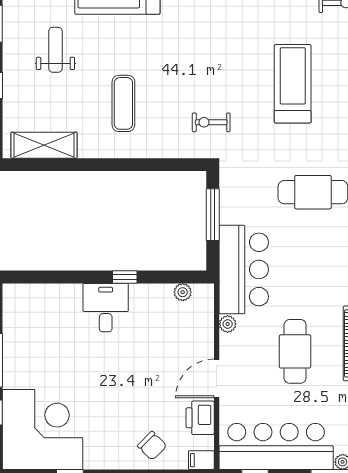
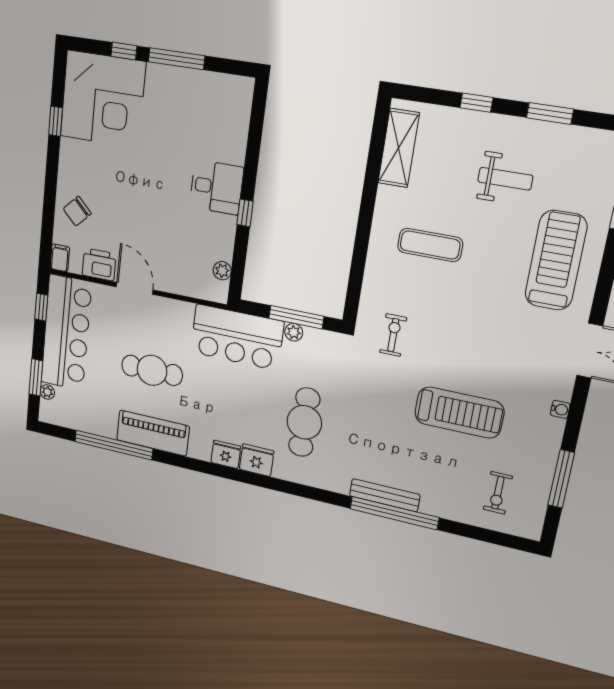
treadmill: (293, 84) -> (459, 413), moved
plant: (228, 324) -> (294, 332), moved

